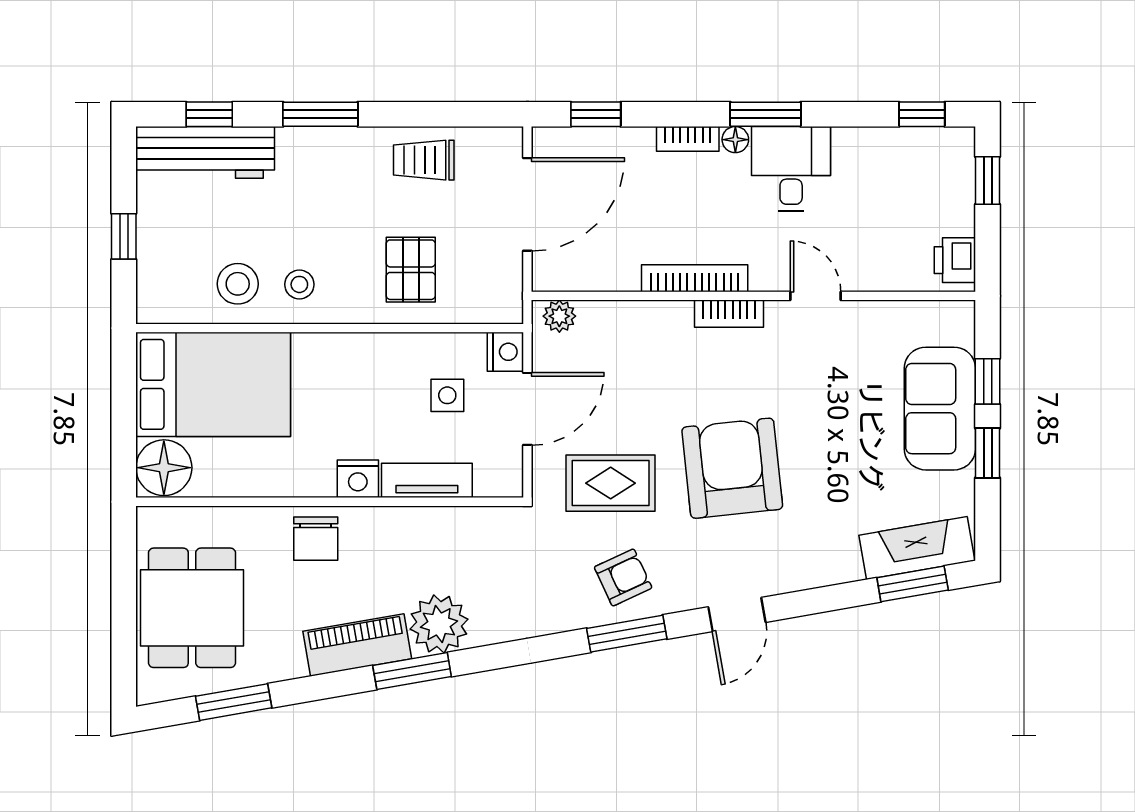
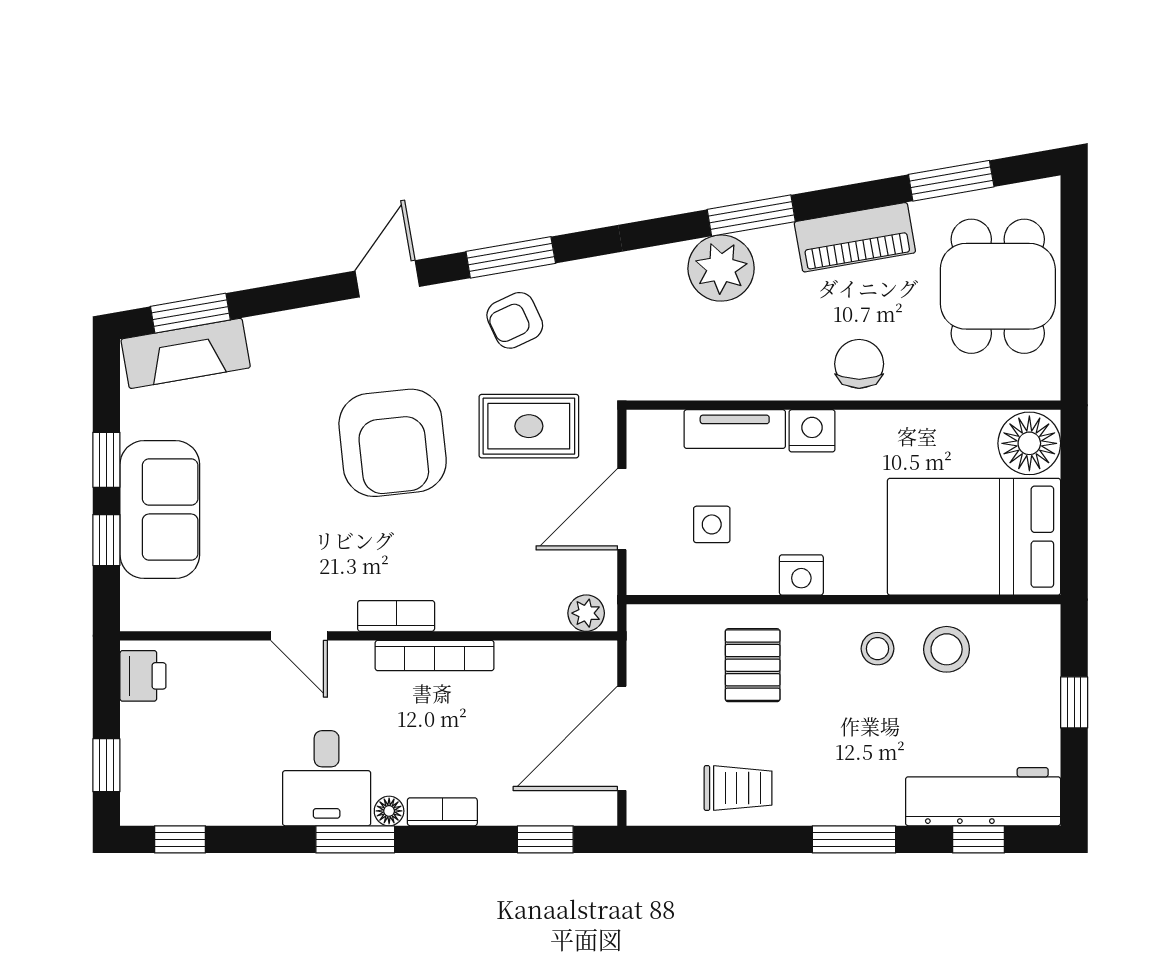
nightstand: (505, 352) -> (801, 575), moved, turned -90
piano: (357, 645) -> (855, 237), moved

